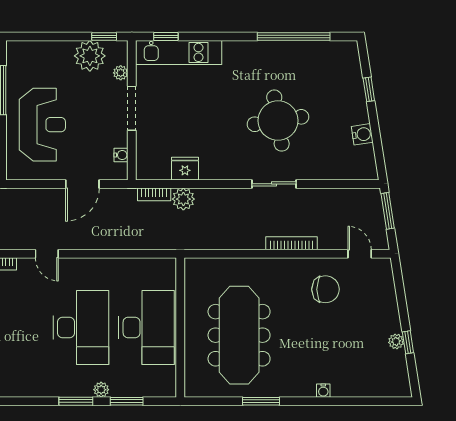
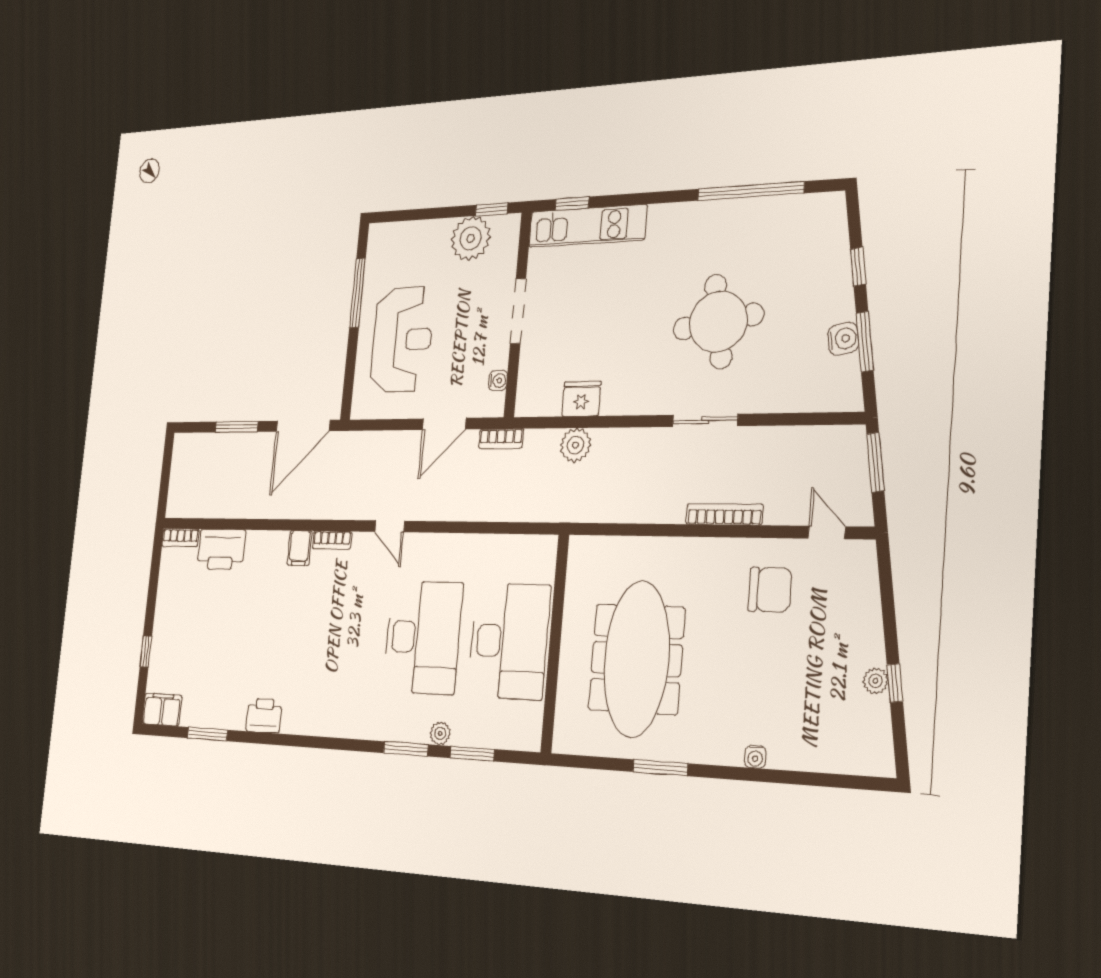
plant: (121, 73) -> (508, 260), removed
window: (376, 137) -> (865, 342), added
bookcase: (154, 194) -> (501, 439), moved

